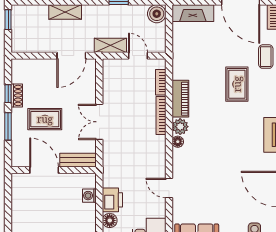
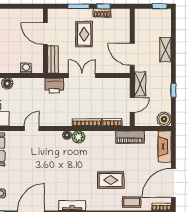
piano: (180, 99) -> (130, 137), moved
door: (44, 170) -> (45, 34), swing flipped
printer: (112, 200) -> (54, 85), moved

